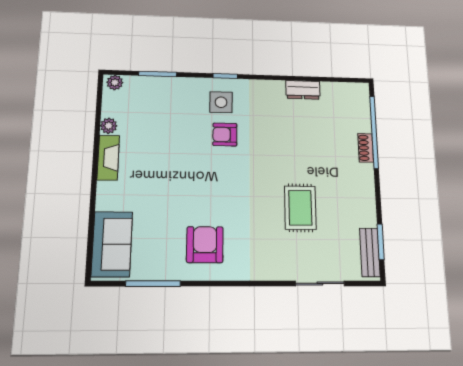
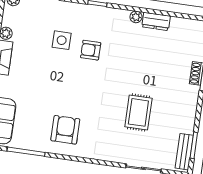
plant: (277, 87) -> (136, 17), added
side table: (221, 102) -> (62, 40), moved

